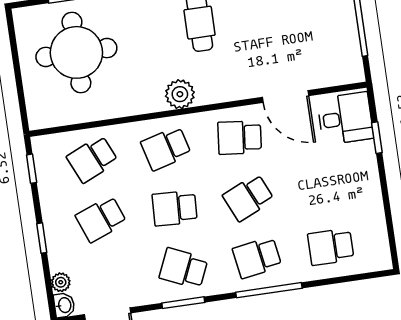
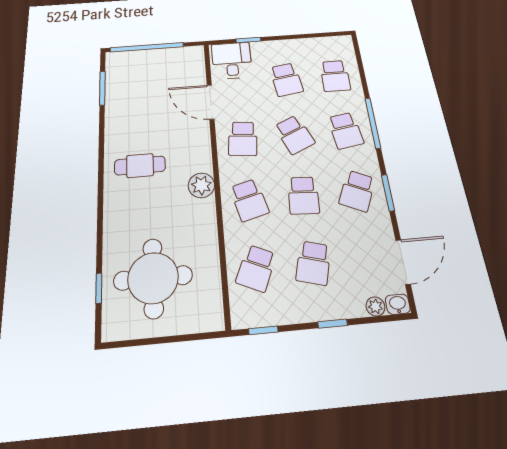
door: (286, 96) -> (211, 102), swing flipped
school desk: (92, 159) -> (256, 268), turned 48
school desk: (322, 187) -> (286, 79), added
school desk: (101, 219) -> (313, 263), turned 36

